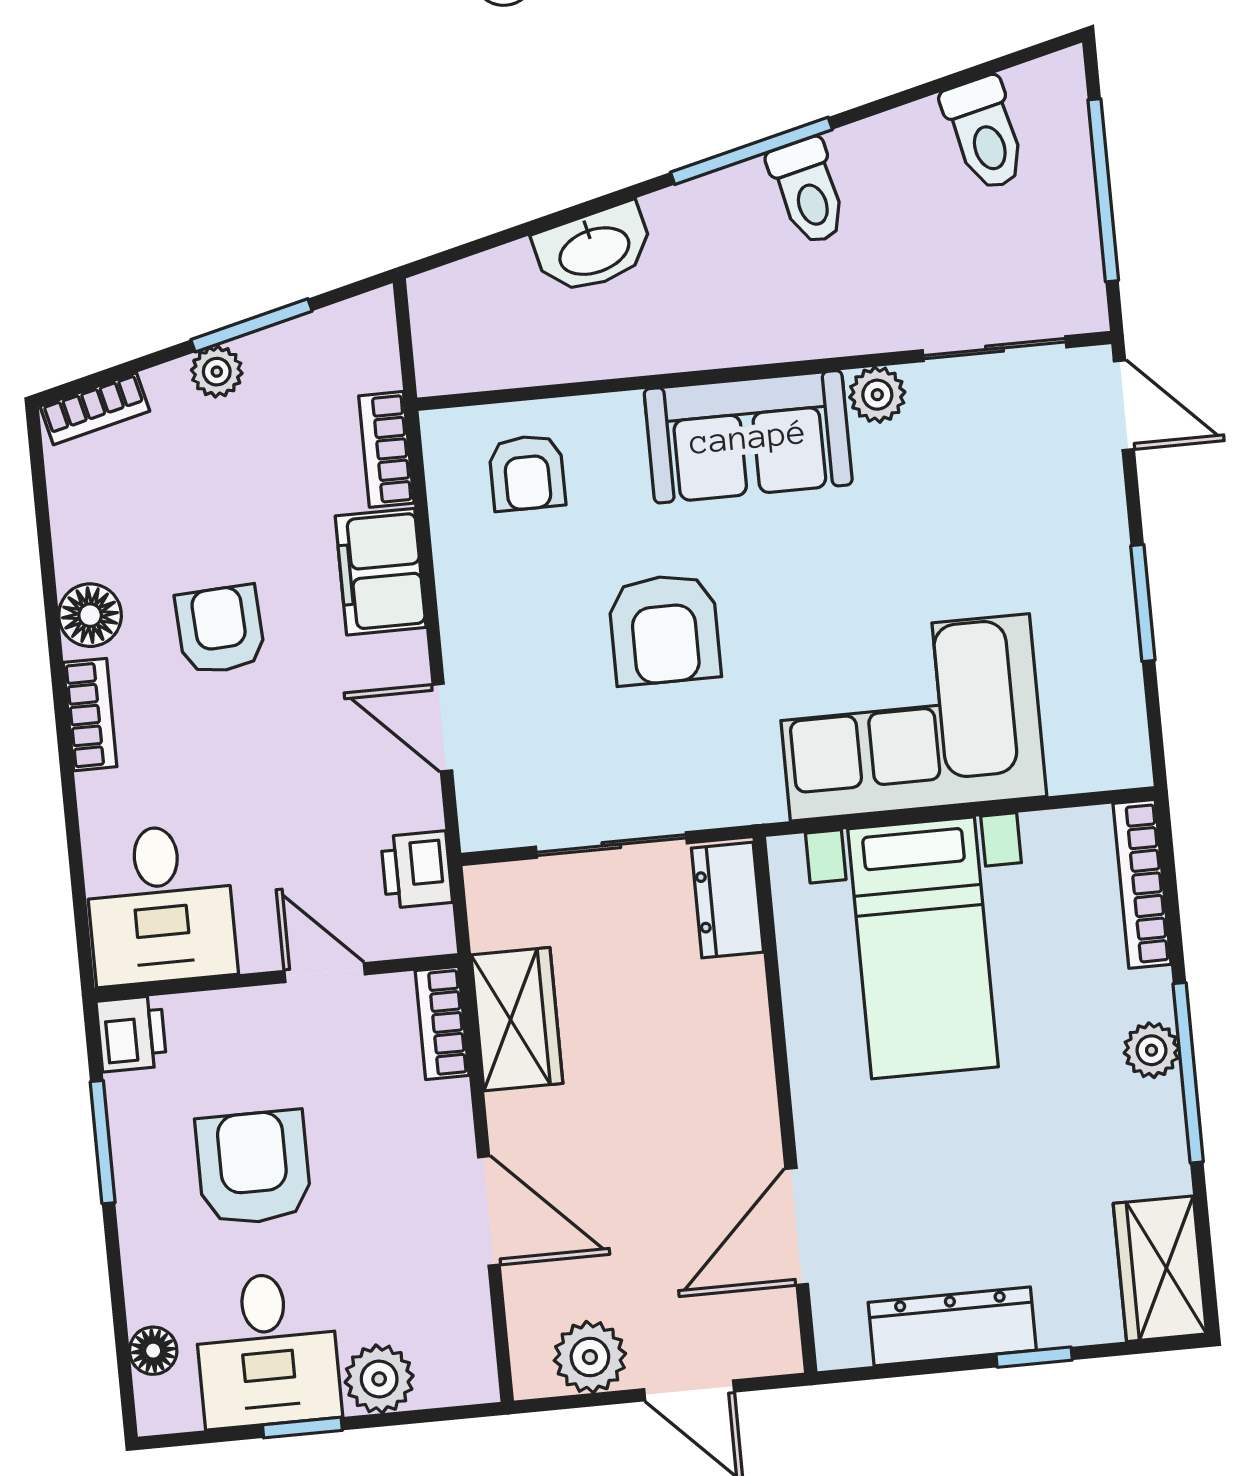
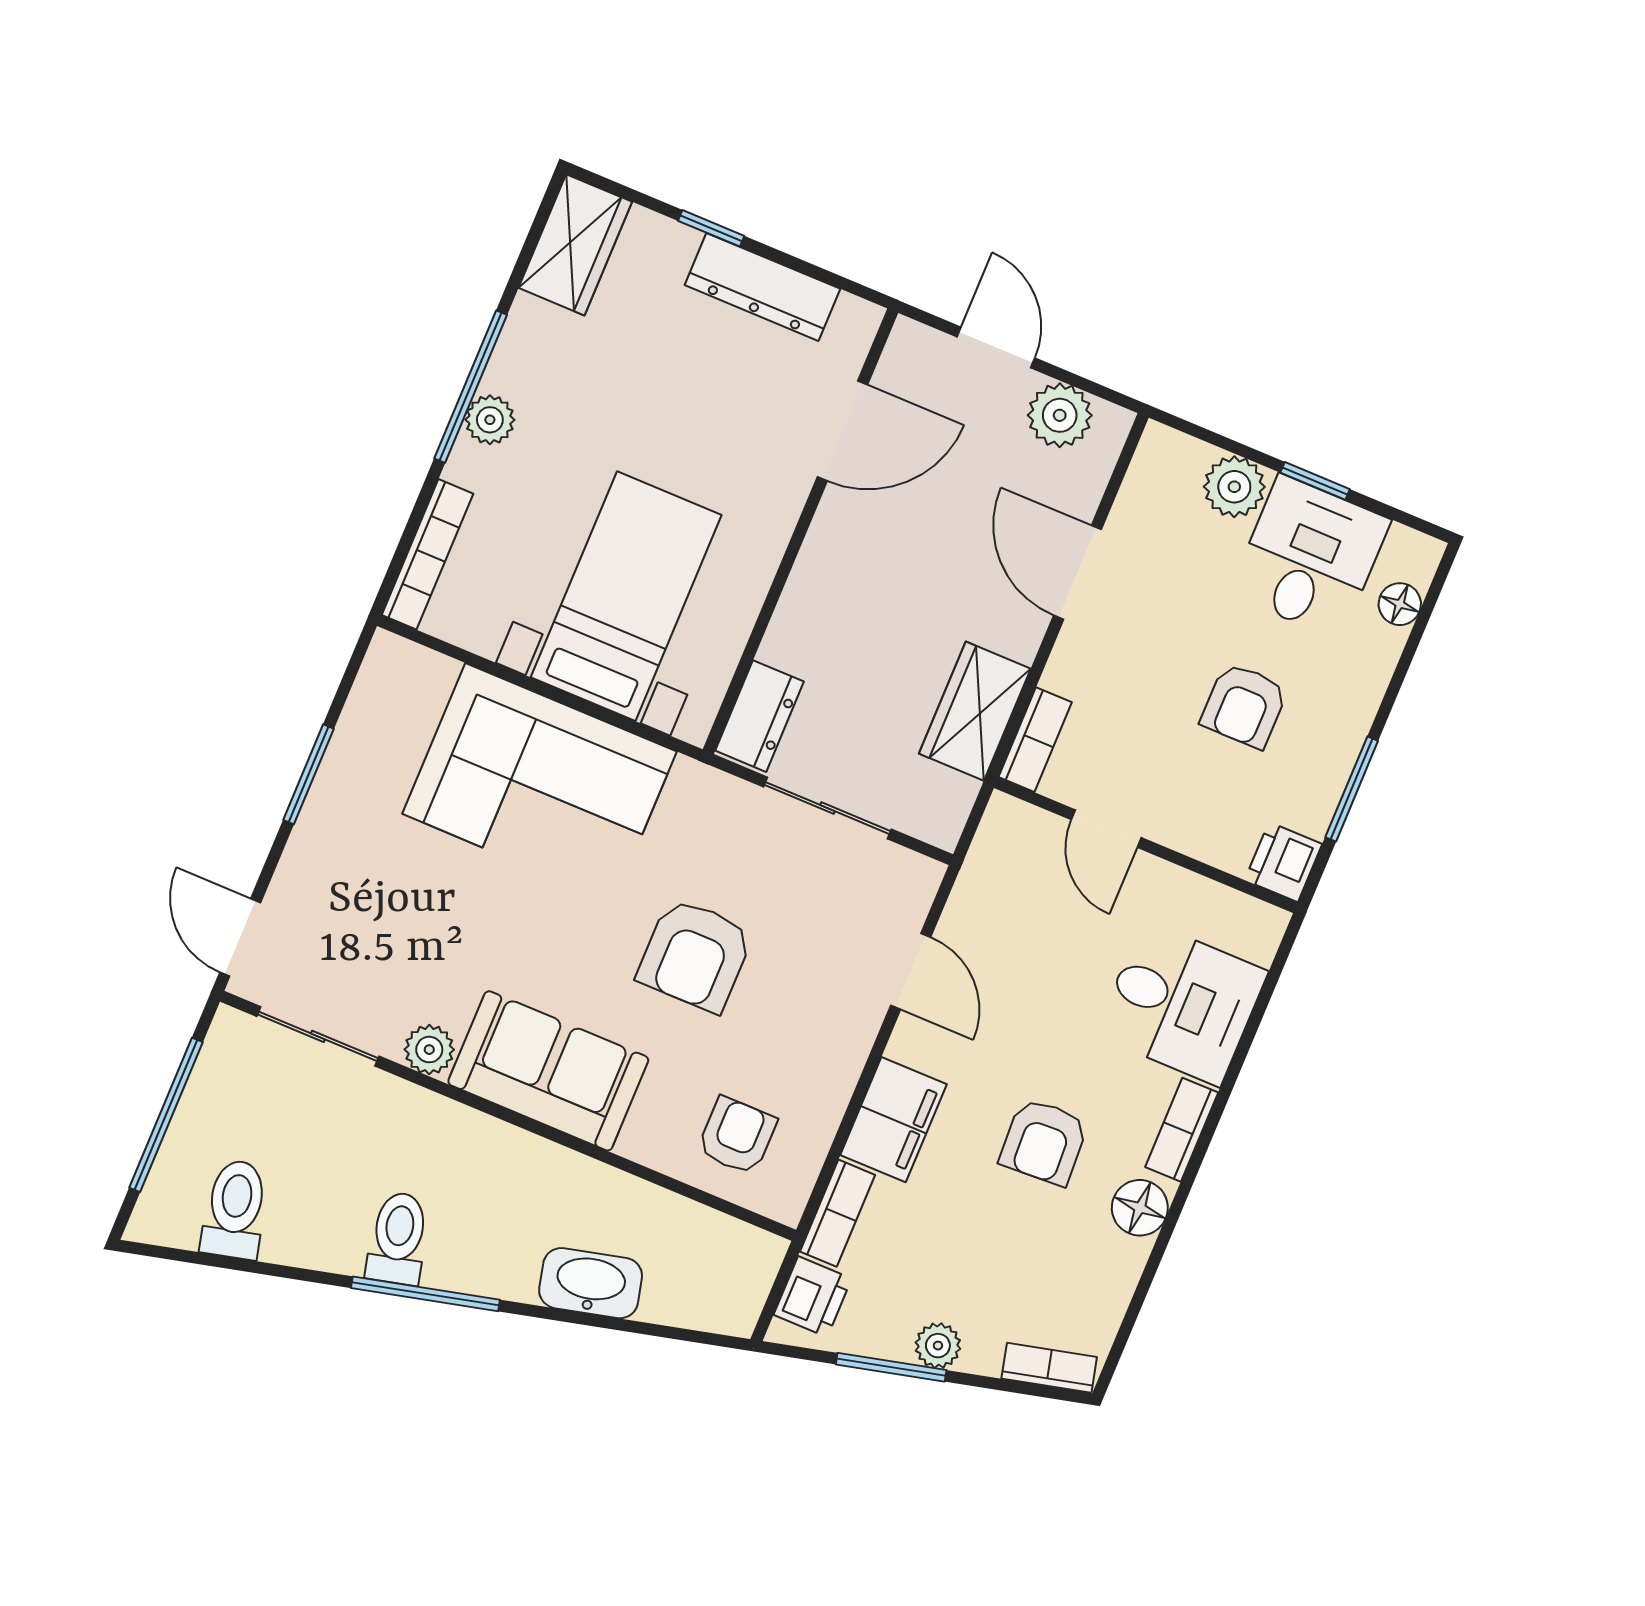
armchair: (664, 629) -> (695, 955), turned 180
printer: (416, 870) -> (813, 1297), moved
desk: (160, 905) -> (1181, 1003), moved, turned 90
armchair: (253, 1168) -> (1244, 705), width x0.72, depth x0.72

